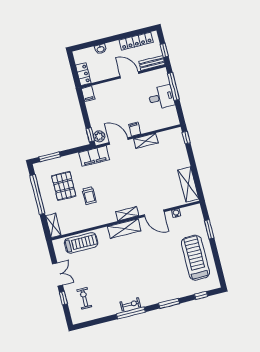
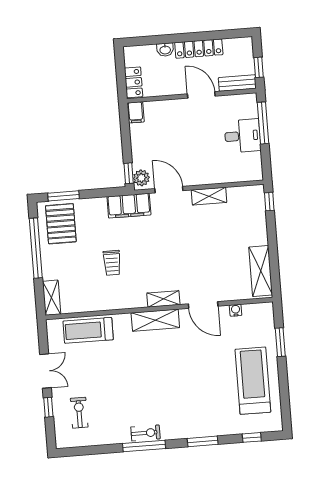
locker: (136, 41) -> (199, 49), moved
filing cabinet: (135, 129) -> (196, 176), removed
pallet: (64, 186) -> (61, 224), moved
treadmill: (81, 243) -> (88, 330), turned 180

